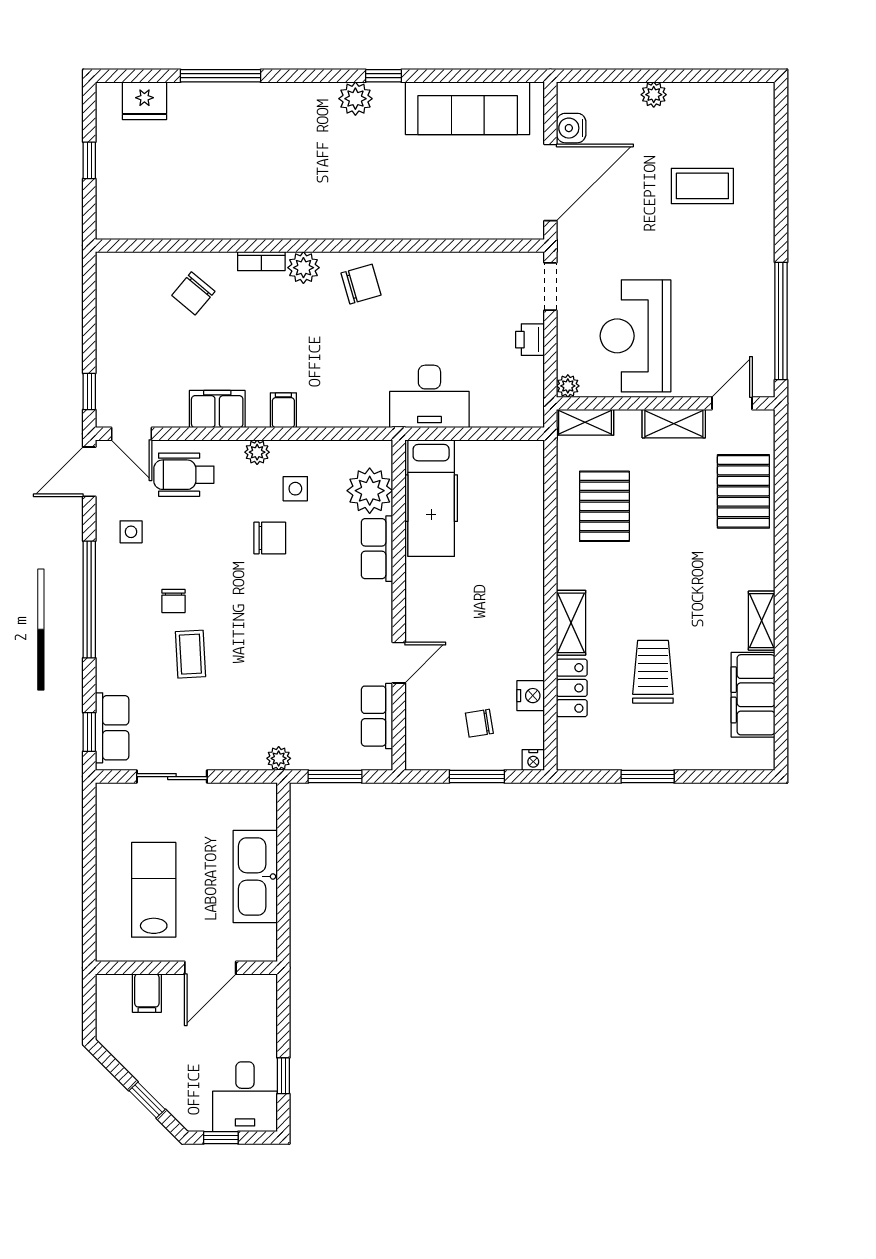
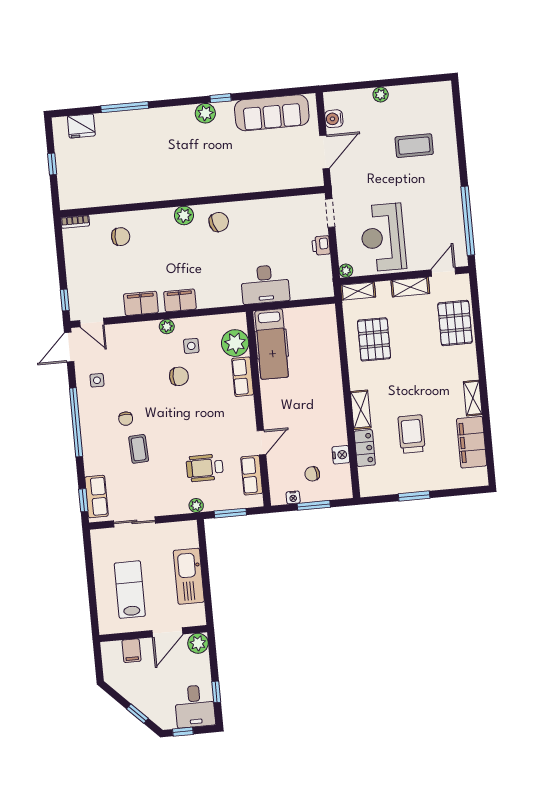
door: (550, 183) -> (325, 152), width x0.73
bookcase: (261, 261) -> (75, 222), moved
chair: (193, 293) -> (121, 237), turned -130
filing cabinet: (283, 410) -> (180, 300), width x2.00
wheelchair: (184, 475) -> (205, 468), moved
nightstand: (533, 760) -> (293, 497), moved
plant: (260, 991) -> (198, 643), added

